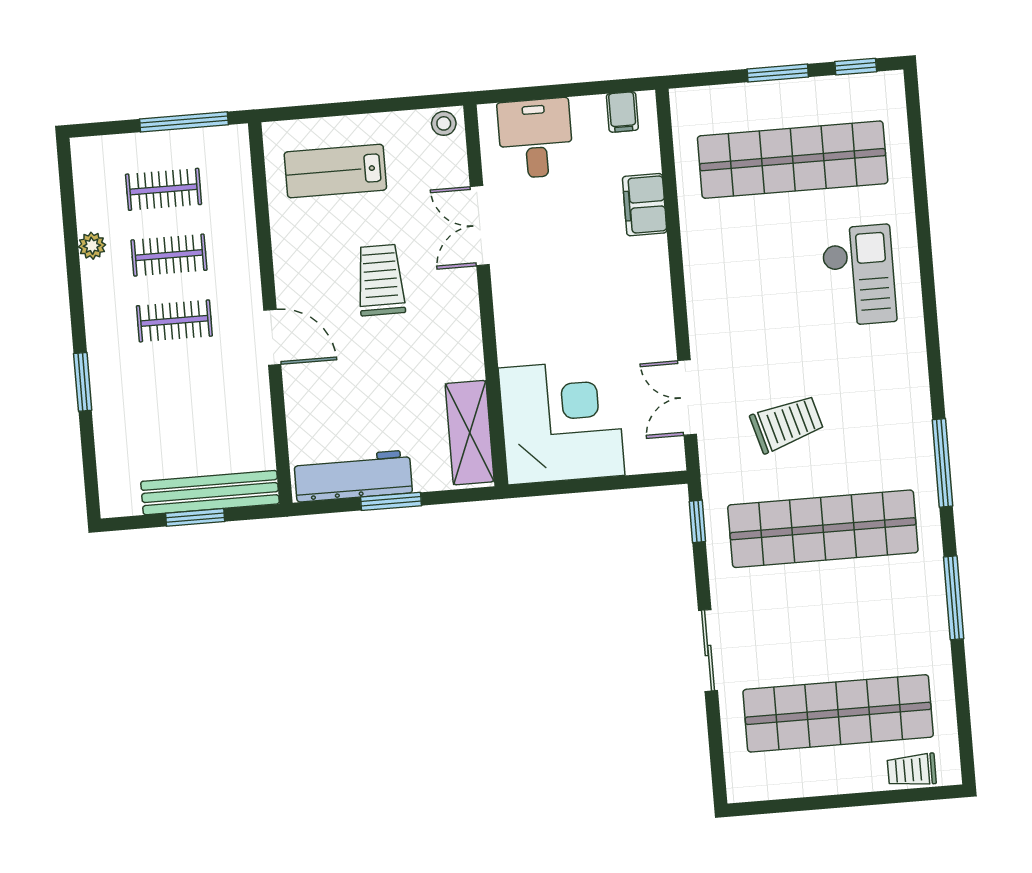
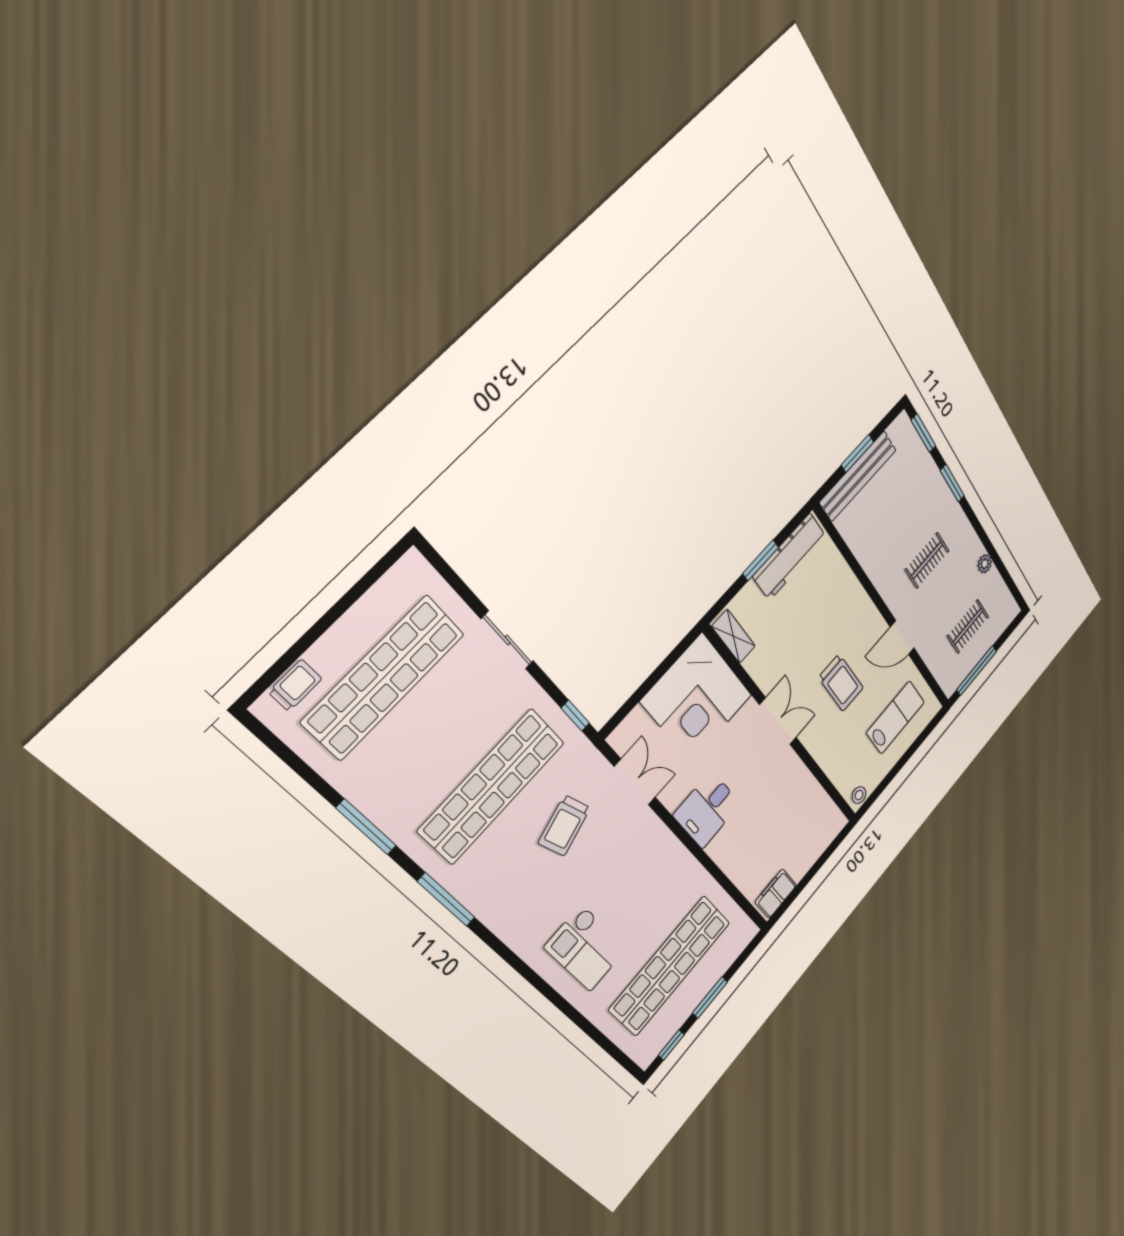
filing cabinet: (622, 112) -> (776, 894), width x2.00
desk: (535, 138) -> (707, 810), moved, turned 90
filing cabinet: (645, 205) -> (732, 860), removed
double door: (480, 226) -> (778, 721), moved
clothes rail: (169, 255) -> (948, 594), removed
door: (272, 337) -> (902, 637), moved
shelving: (470, 433) -> (733, 636), width x0.67, depth x0.75
window: (90, 471) -> (923, 433), added

